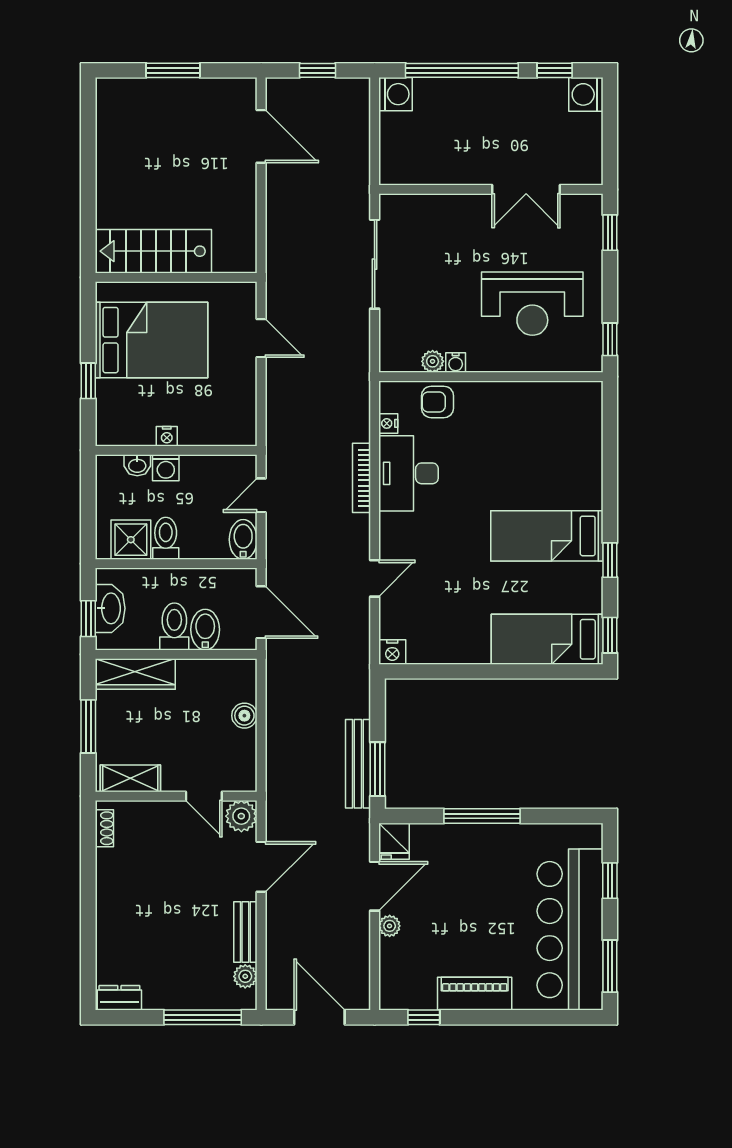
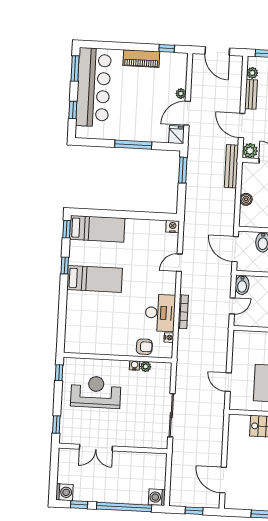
double door: (526, 189) -> (96, 448), swing flipped
bench: (358, 764) -> (231, 166), moved
door: (261, 867) -> (242, 126), hinge flipped

